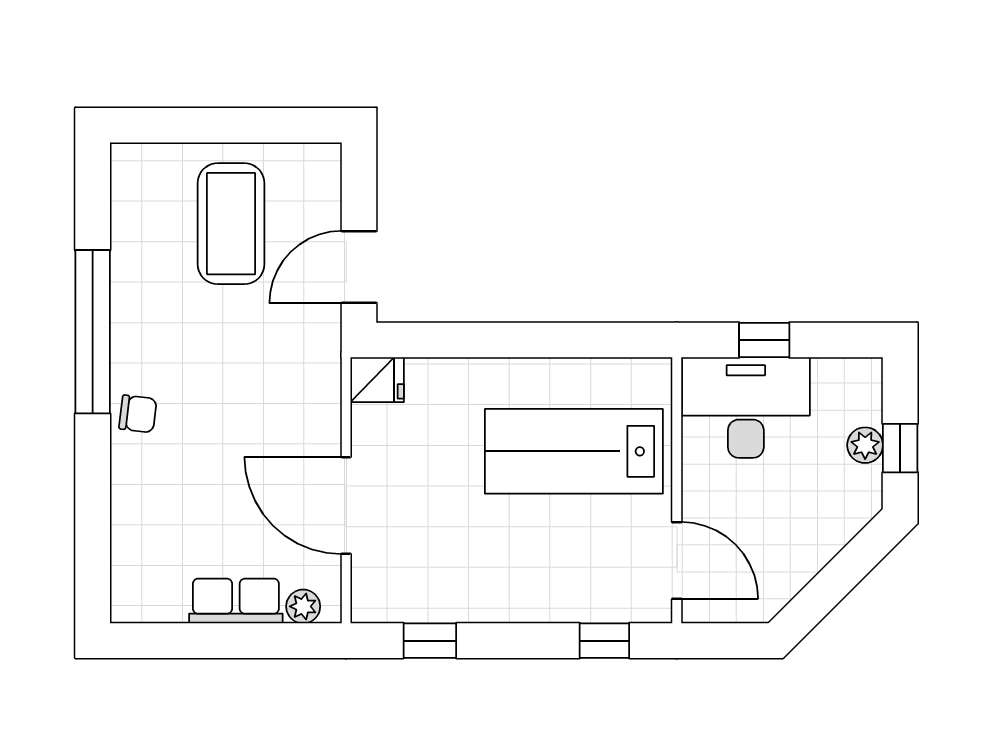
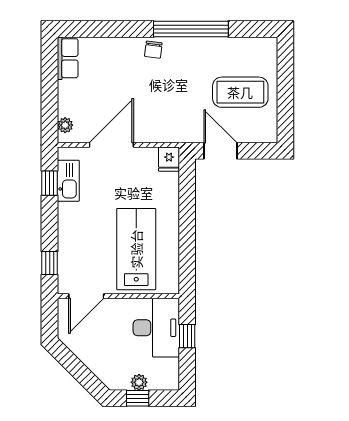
kitchen sink: (424, 600) -> (68, 181), added
row of seats: (236, 601) -> (68, 58), moved

